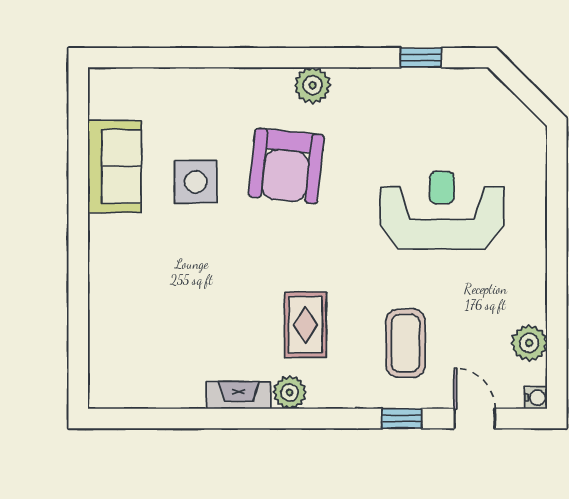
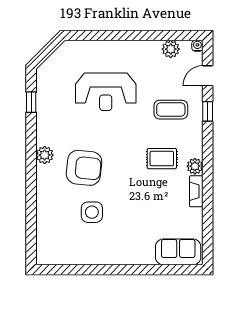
sofa: (114, 166) -> (178, 252), moved
reception desk: (442, 210) -> (106, 92), turned -90

